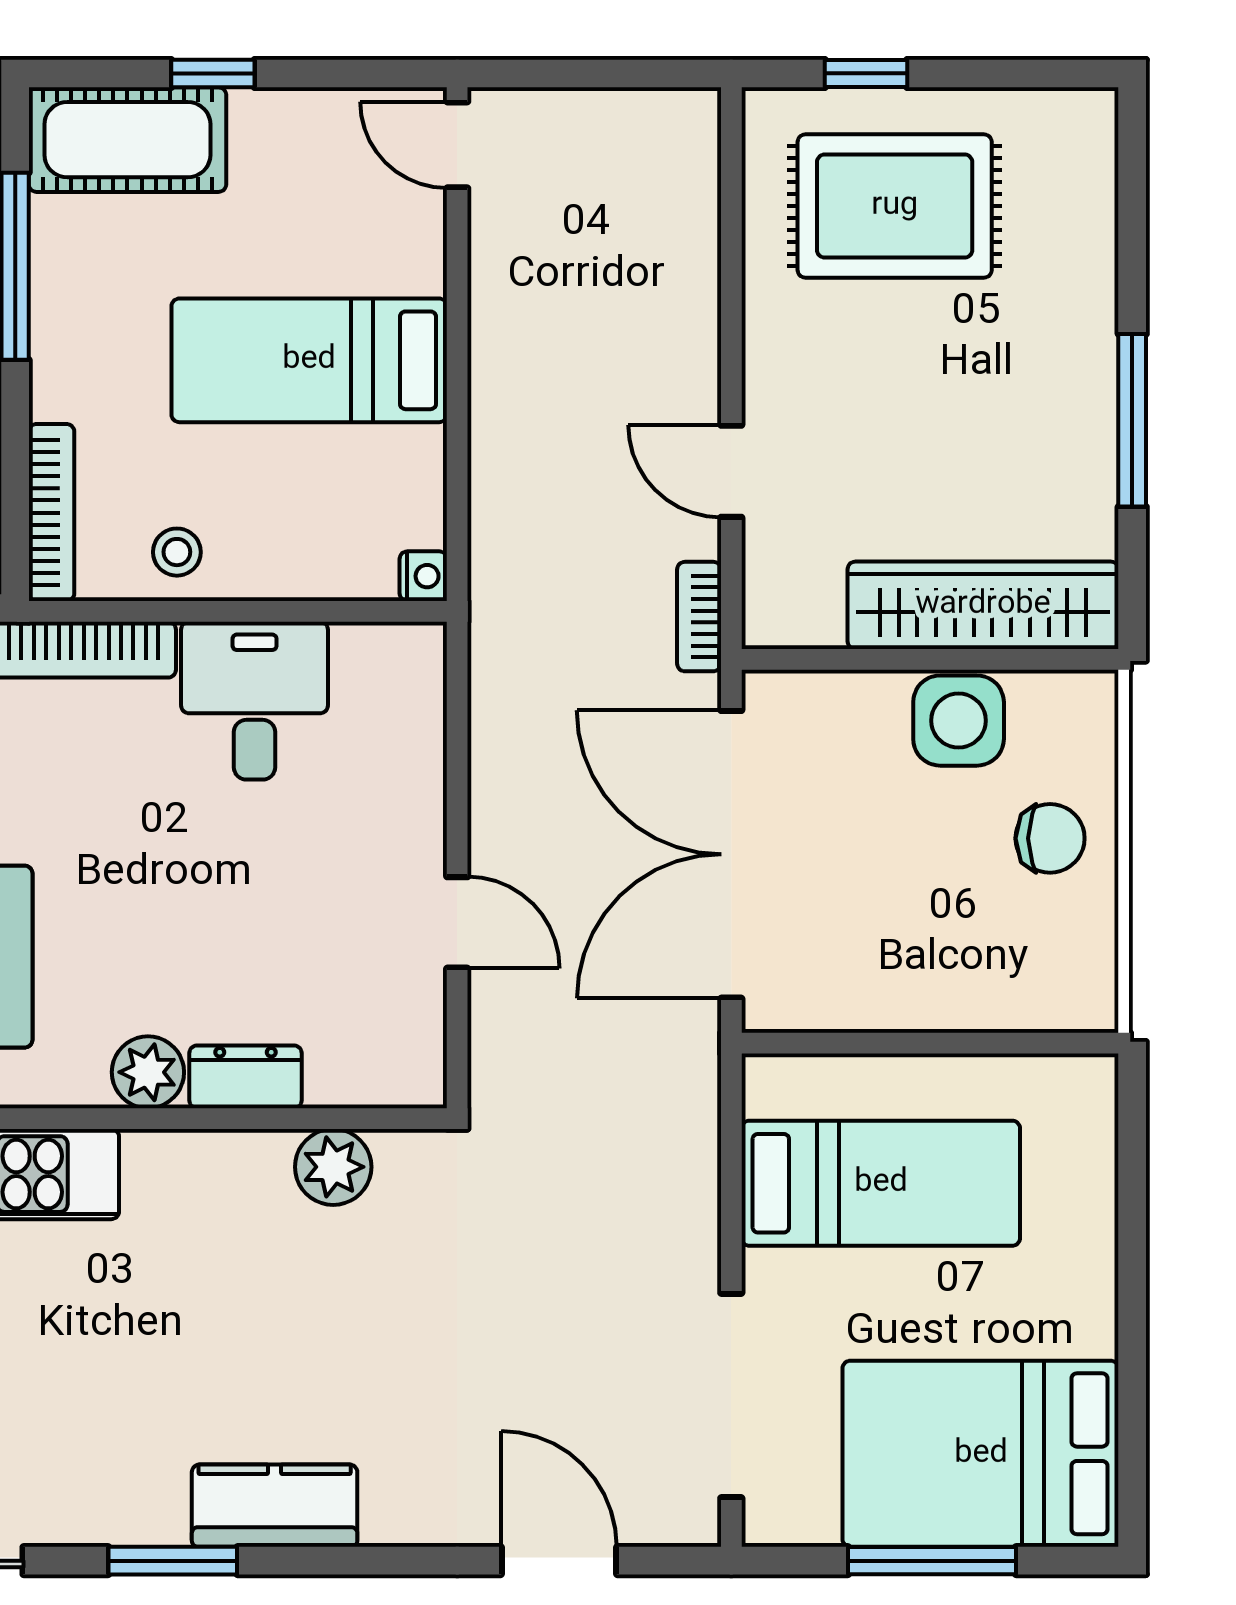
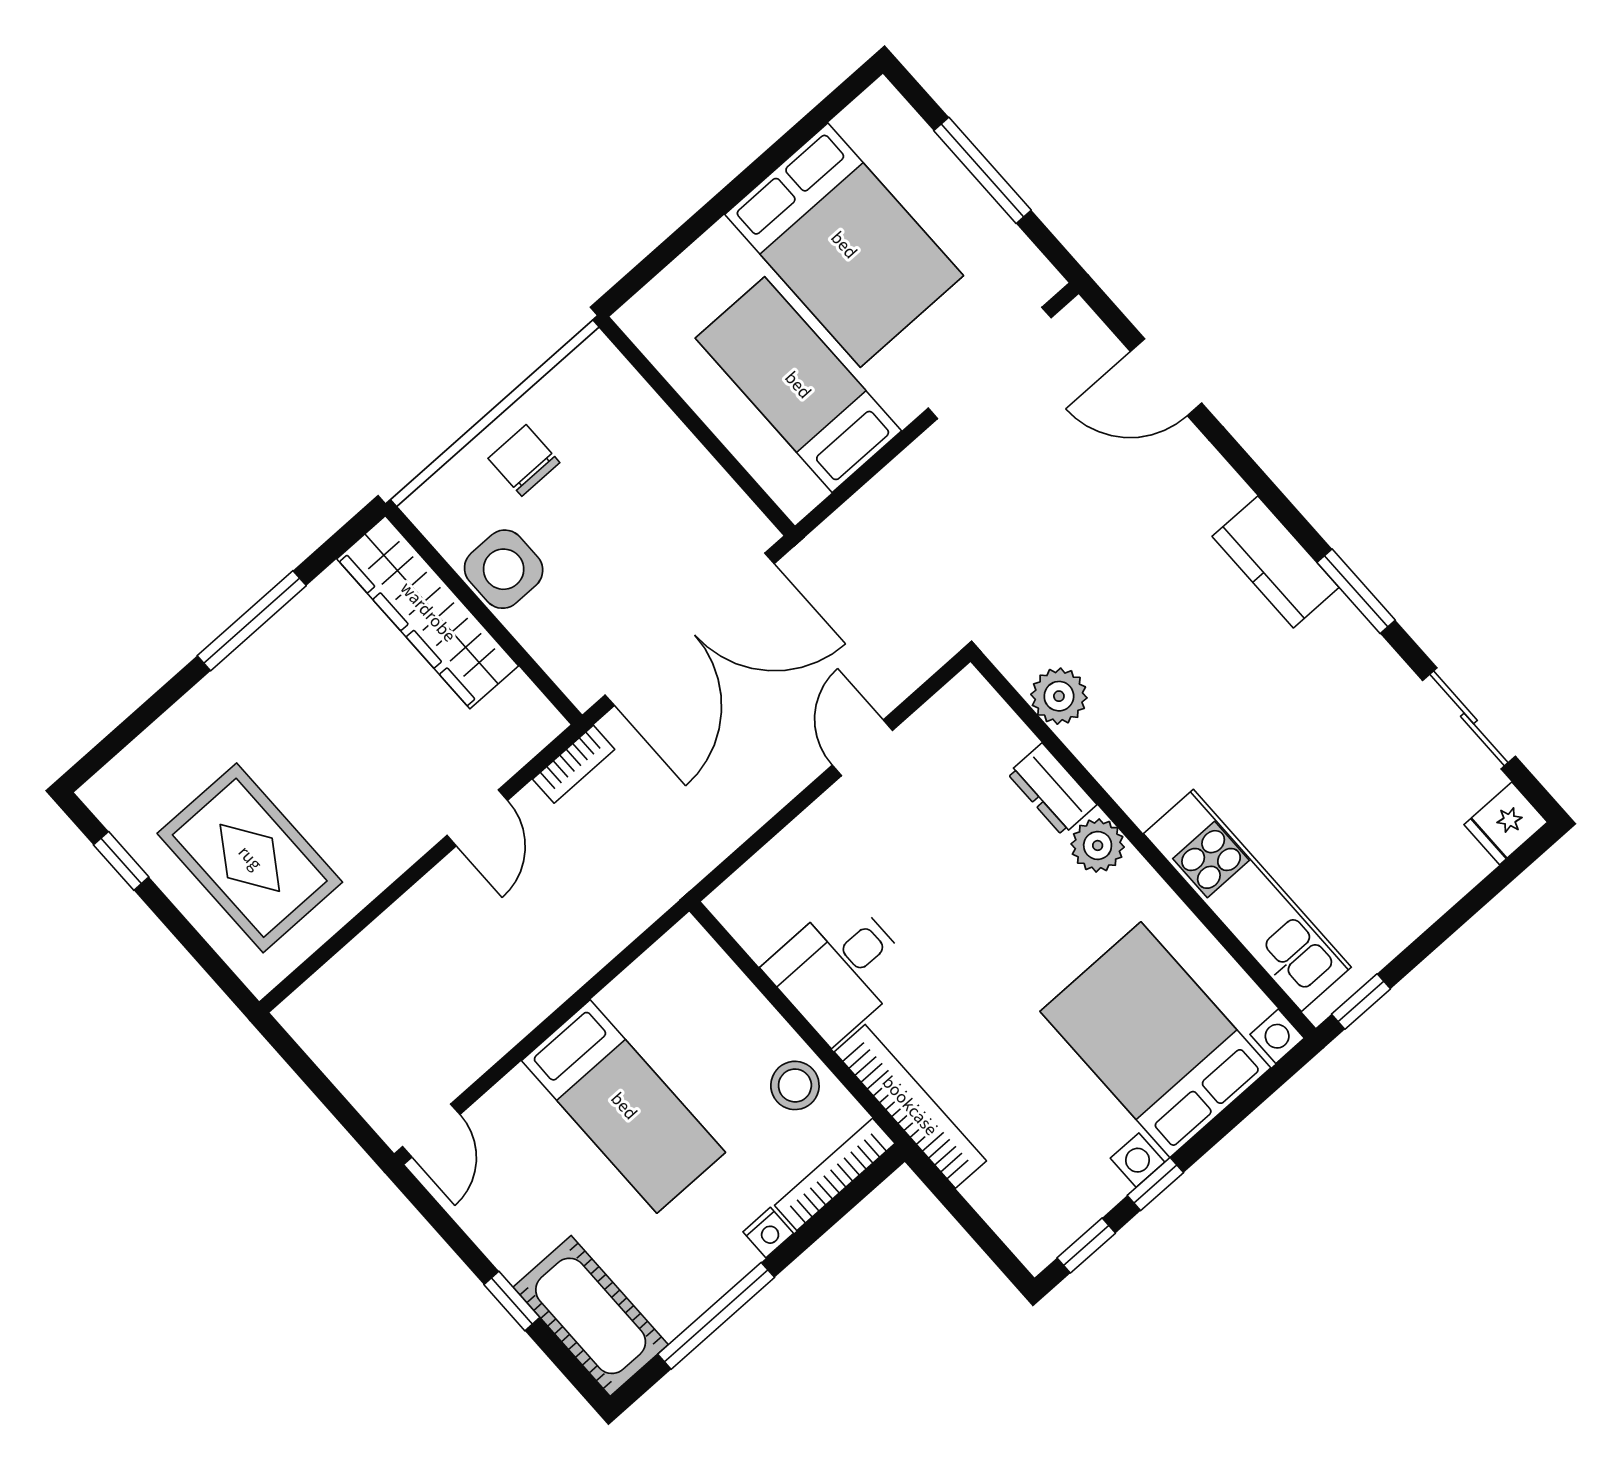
window: (866, 73) -> (121, 861), moved
stool: (177, 552) -> (795, 1085), width x1.37, depth x1.37
nightstand: (423, 576) -> (768, 1233), moved, turned 180
bed: (981, 1454) -> (844, 245), moved
door: (559, 1561) -> (1166, 377), hinge flipped

